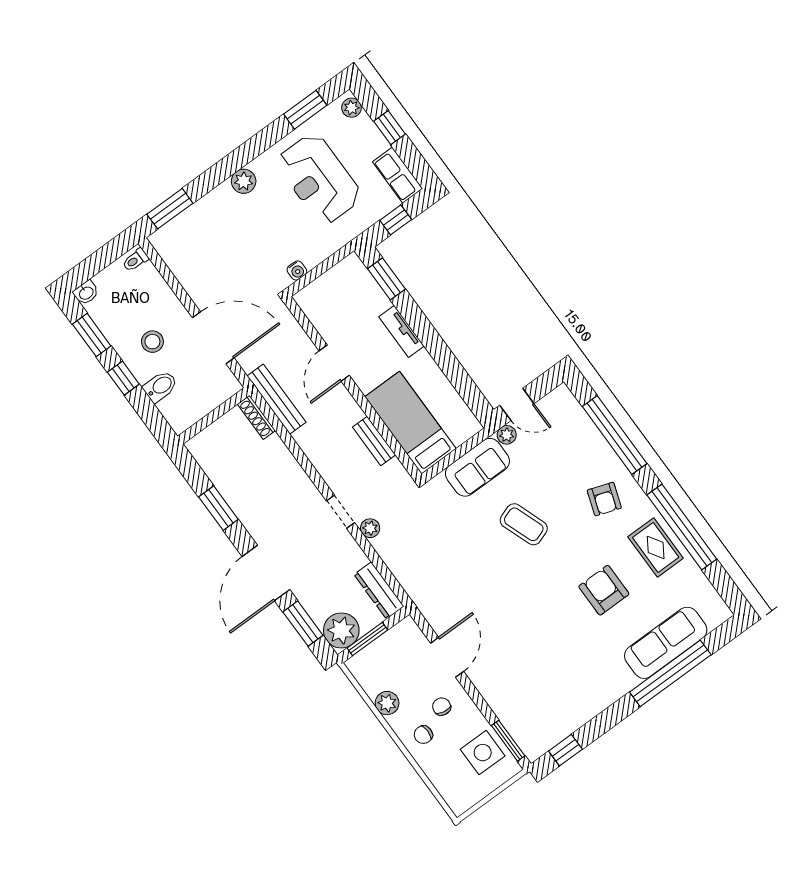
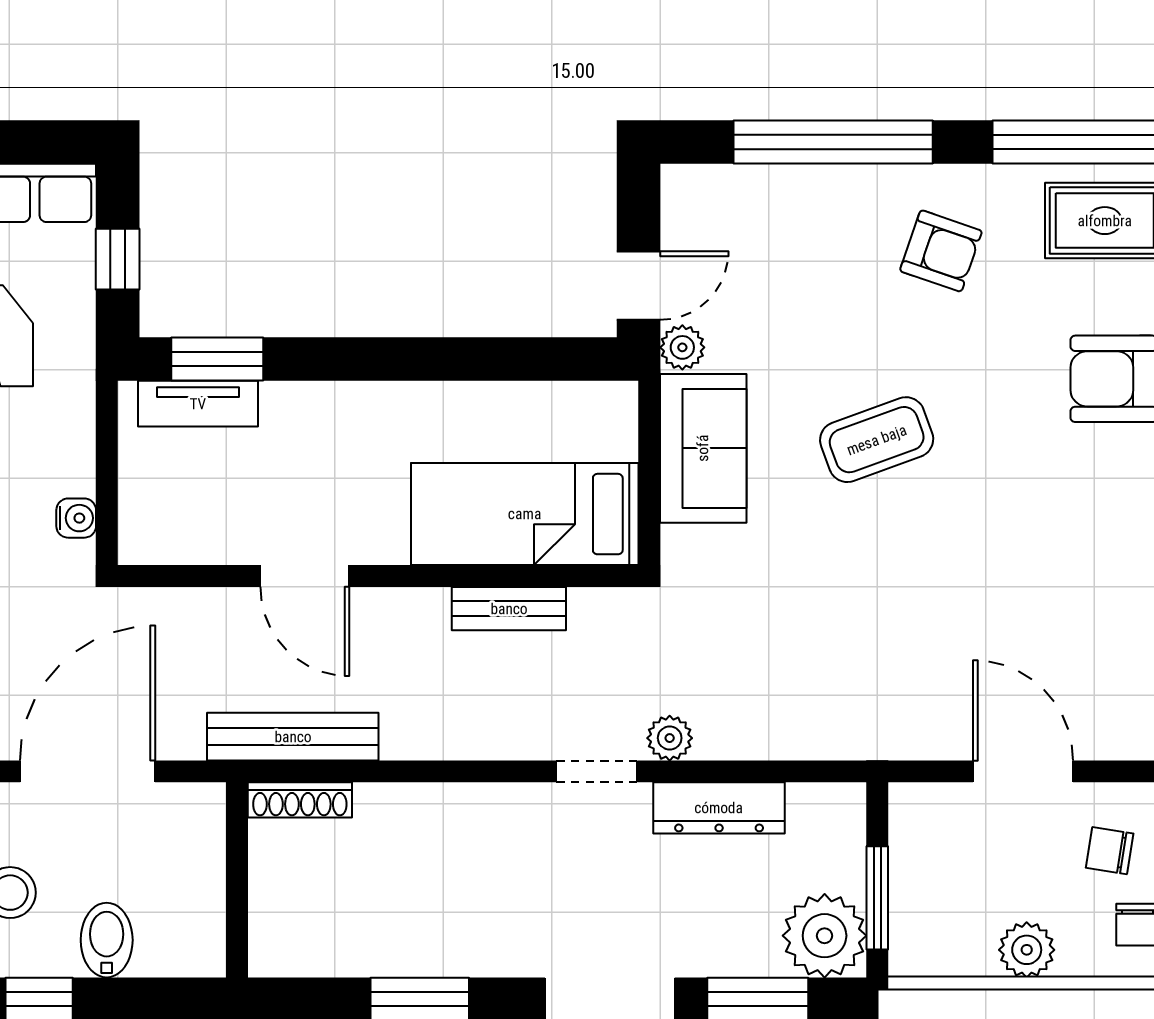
tv unit: (401, 331) -> (198, 404), moved
dresser: (379, 590) -> (719, 808), moved

